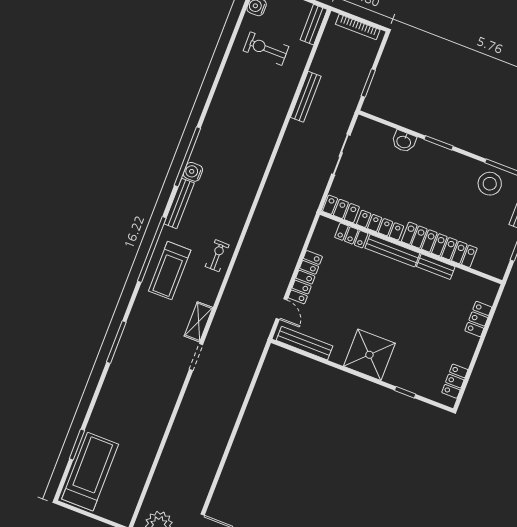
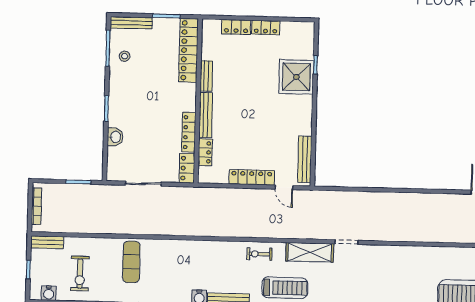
bench: (306, 97) -> (107, 228), removed
exercise mat: (259, 110) -> (131, 262), added
stool: (490, 184) -> (125, 56), width x0.53, depth x0.53
locker: (439, 245) -> (189, 50), moved
door: (282, 309) -> (284, 187), swing flipped
shelving: (198, 322) -> (310, 252), width x1.50, depth x1.33
shower: (369, 355) -> (296, 77), moved
locker: (455, 381) -> (266, 27), moved

